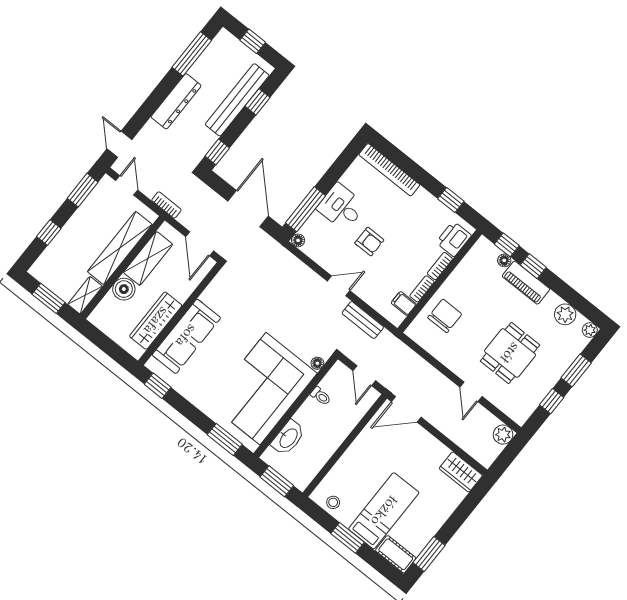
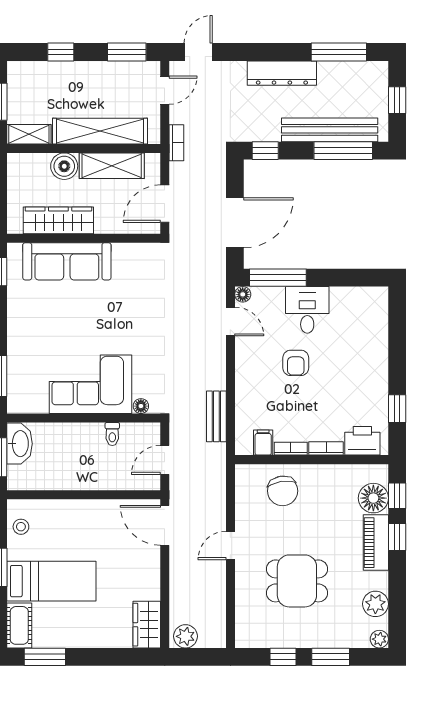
window: (257, 102) -> (343, 151), width x2.17
bookcase: (389, 170) -> (379, 327), removed
floor lamp: (504, 260) -> (373, 498), width x1.89, depth x1.89
door: (339, 286) -> (230, 321), moved
chair: (445, 316) -> (283, 491), turned 81
corner sofa: (263, 389) -> (90, 384), width x0.73, depth x0.74
door: (471, 392) -> (230, 545), moved
plant: (503, 435) -> (186, 636), moved
washbasin: (288, 438) -> (20, 444), moved, turned -90

